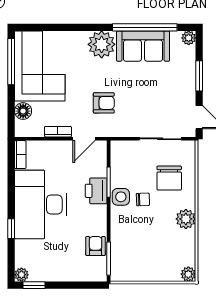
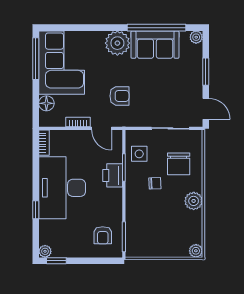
door: (84, 139) -> (102, 128), hinge flipped
side table: (121, 197) -> (139, 154), moved
armchair: (96, 246) -> (103, 235), moved, turned 180

